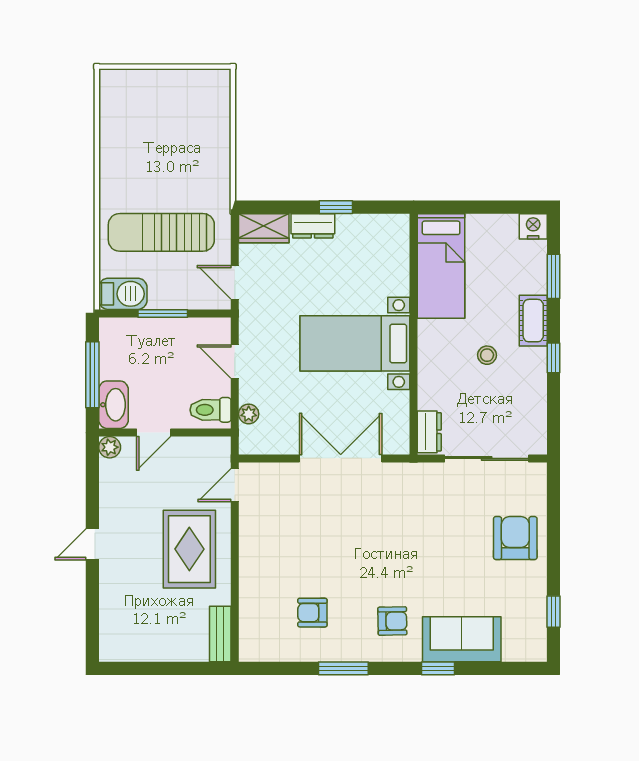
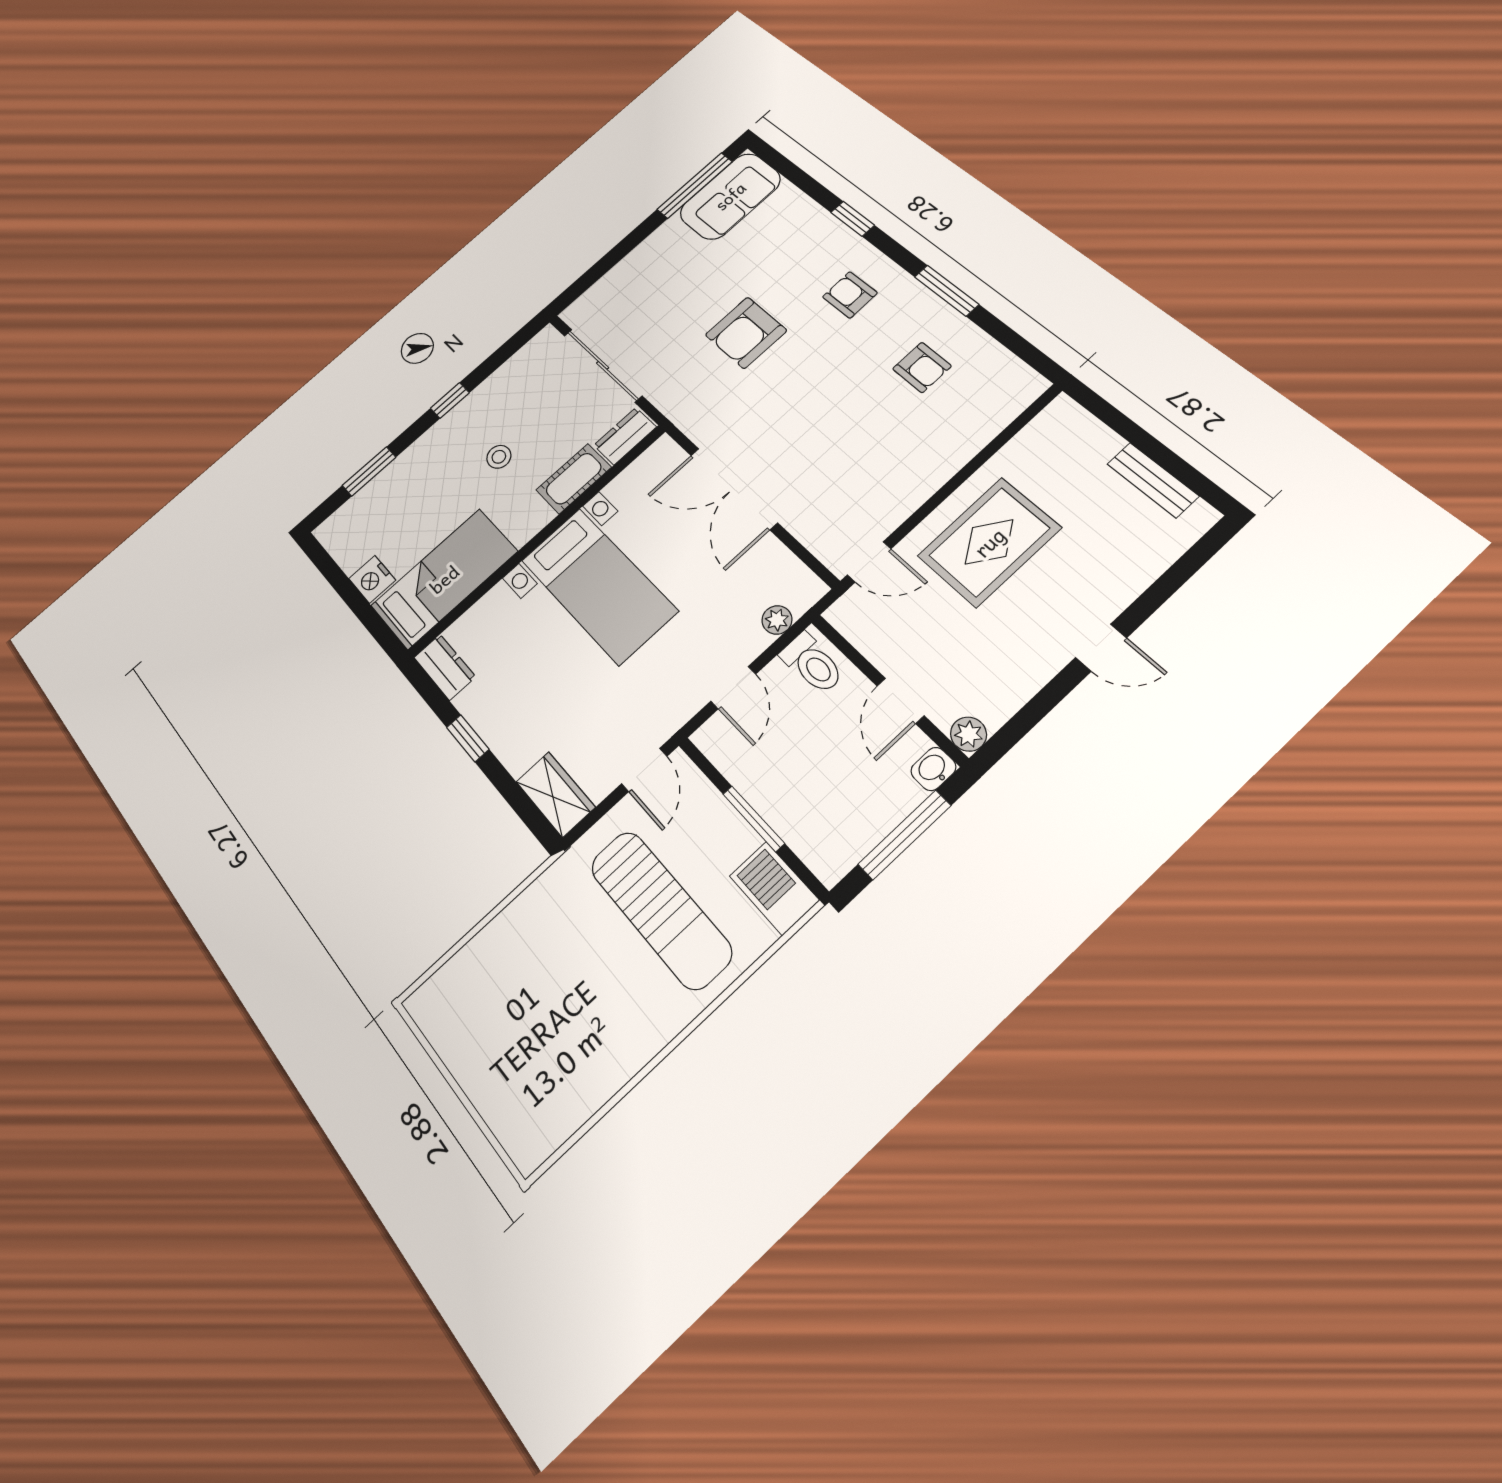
dresser: (313, 226) -> (445, 667), moved
nightstand: (533, 226) -> (372, 579), moved
cot: (533, 321) -> (574, 479), moved
washbasin: (113, 405) -> (933, 769), width x0.52, depth x0.69
door: (154, 433) -> (900, 701), swing flipped
armchair: (515, 538) -> (746, 333), moved
window: (553, 612) -> (695, 186), width x2.17
bench: (220, 634) -> (1153, 480), moved, turned 90
sofa: (462, 639) -> (730, 196), moved, turned -90

